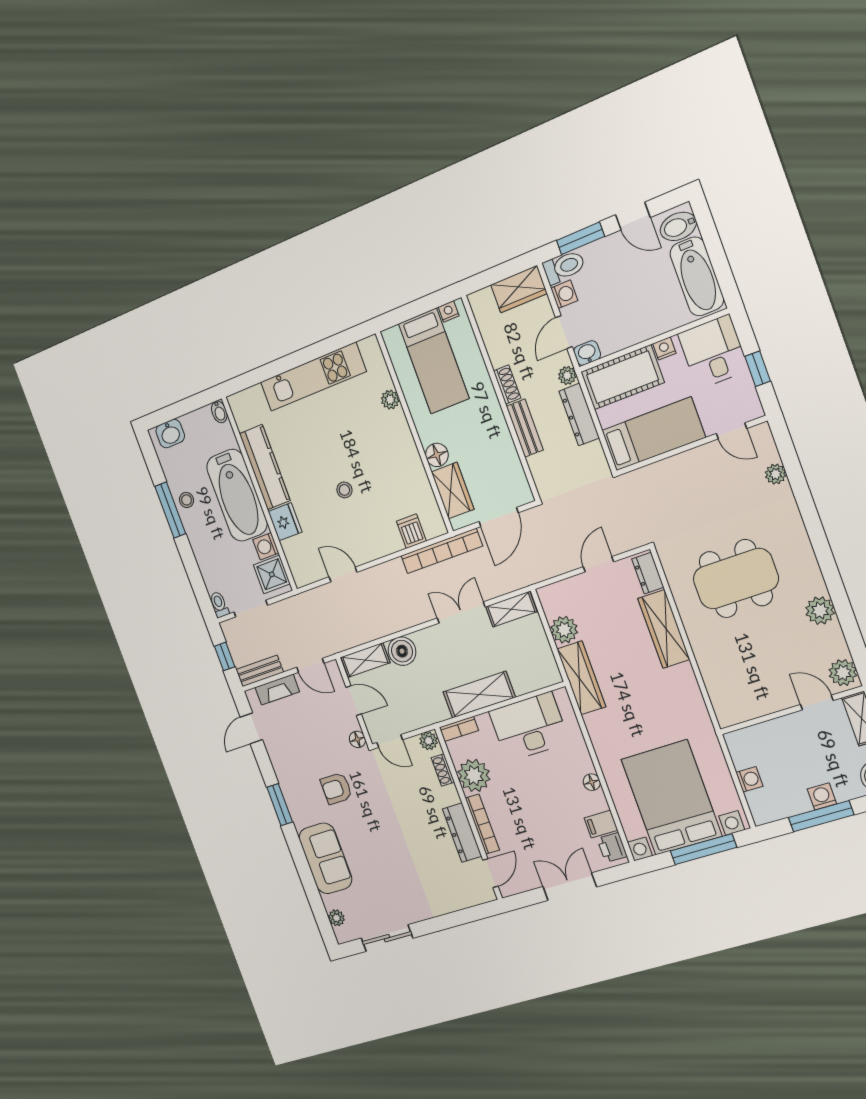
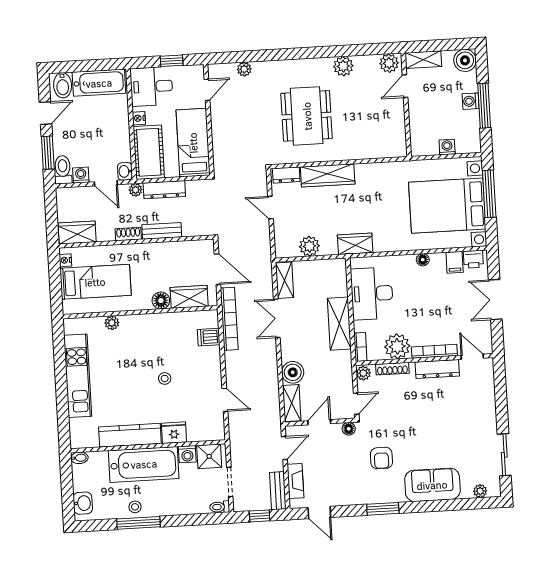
wardrobe: (519, 289) -> (77, 233), moved, turned -90
door: (343, 575) -> (225, 400), swing flipped
wardrobe: (581, 678) -> (355, 244), width x0.67
shoe rack: (443, 770) -> (392, 369), width x1.43

